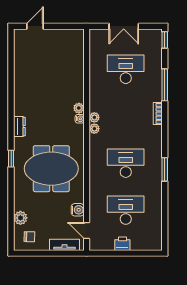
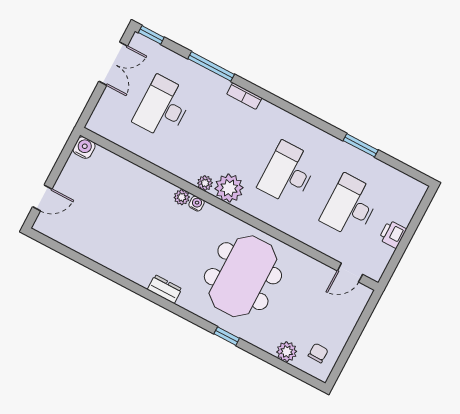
door: (35, 26) -> (42, 198), swing flipped
double door: (124, 26) -> (113, 64), moved
plant: (94, 129) -> (229, 188), width x1.87, depth x1.87
window: (11, 159) -> (227, 336), moved
window: (165, 169) -> (361, 145), moved
water cooler: (78, 210) -> (84, 148), moved
tv unit: (64, 245) -> (353, 312), removed

